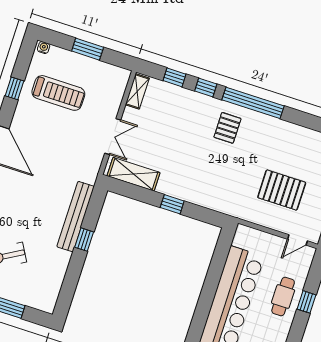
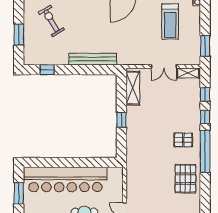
window: (88, 49) -> (205, 46), moved
double door: (113, 137) -> (164, 66), moved
pallet: (282, 190) -> (185, 179), moved
window: (84, 240) -> (47, 70), moved

